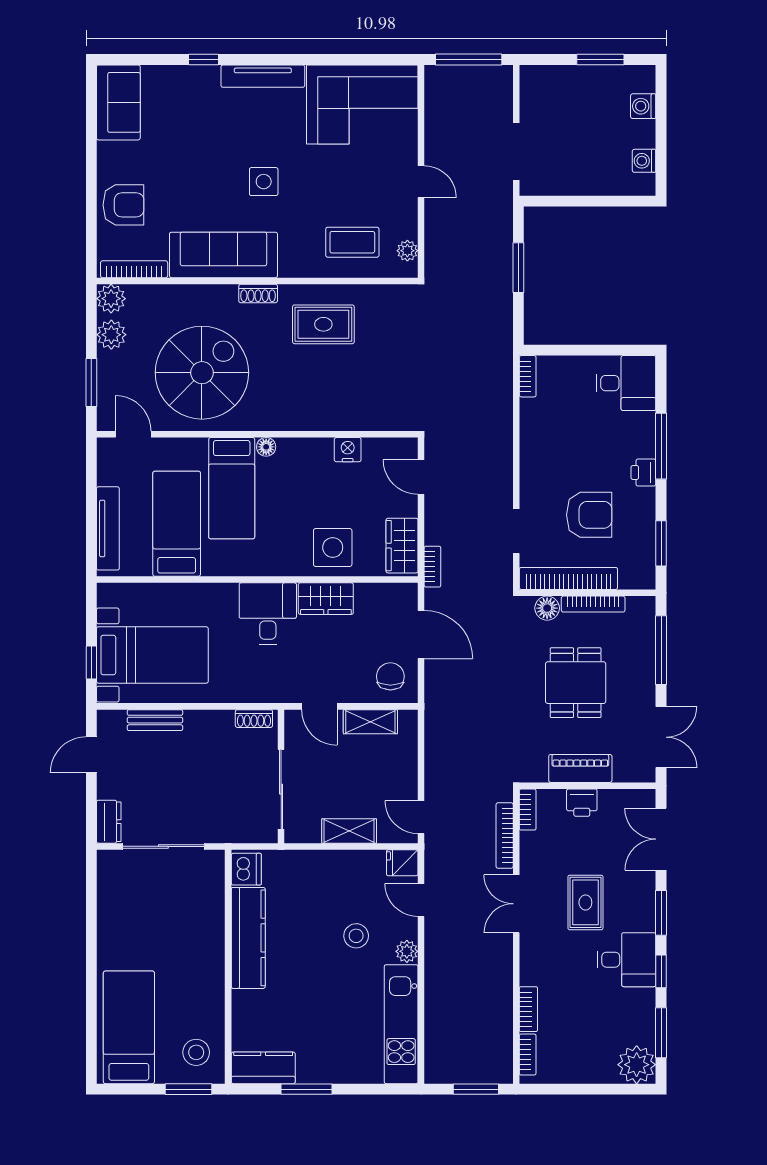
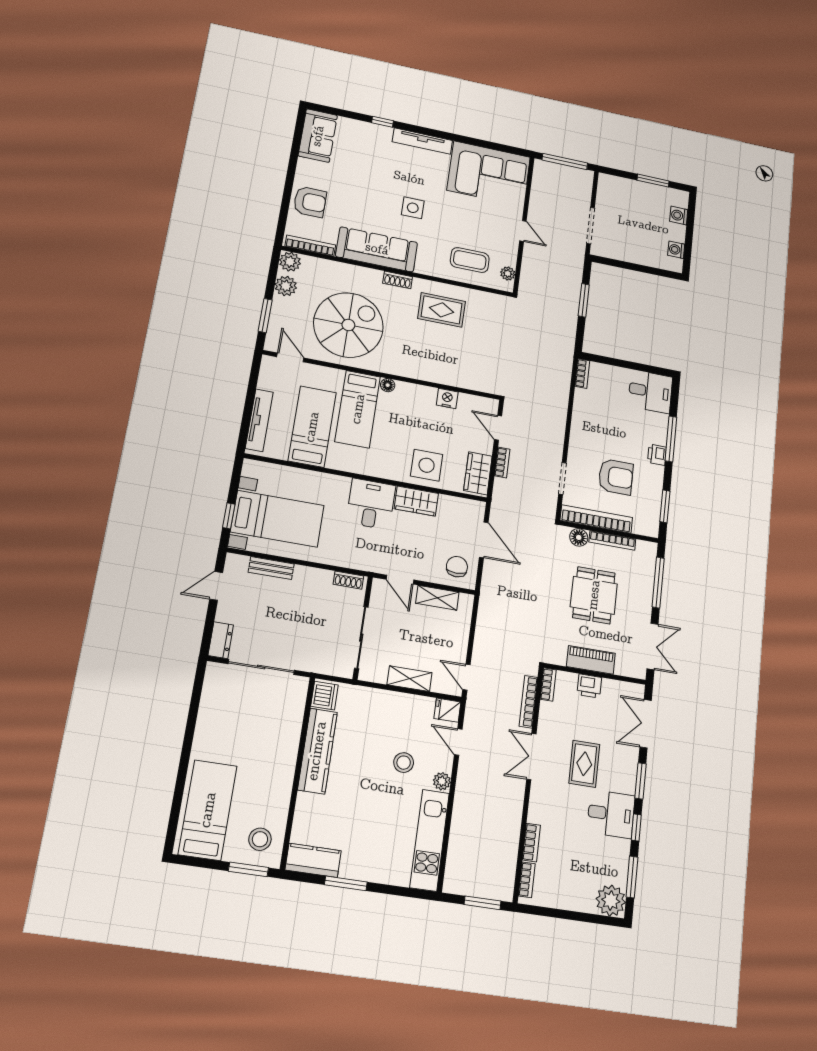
bookcase: (432, 567) -> (502, 462), moved

